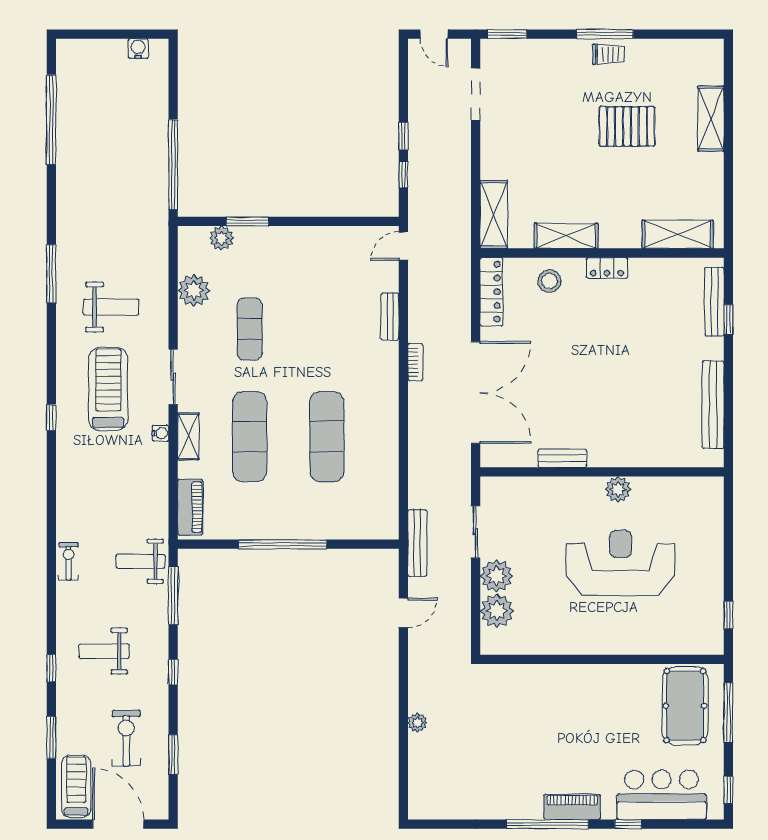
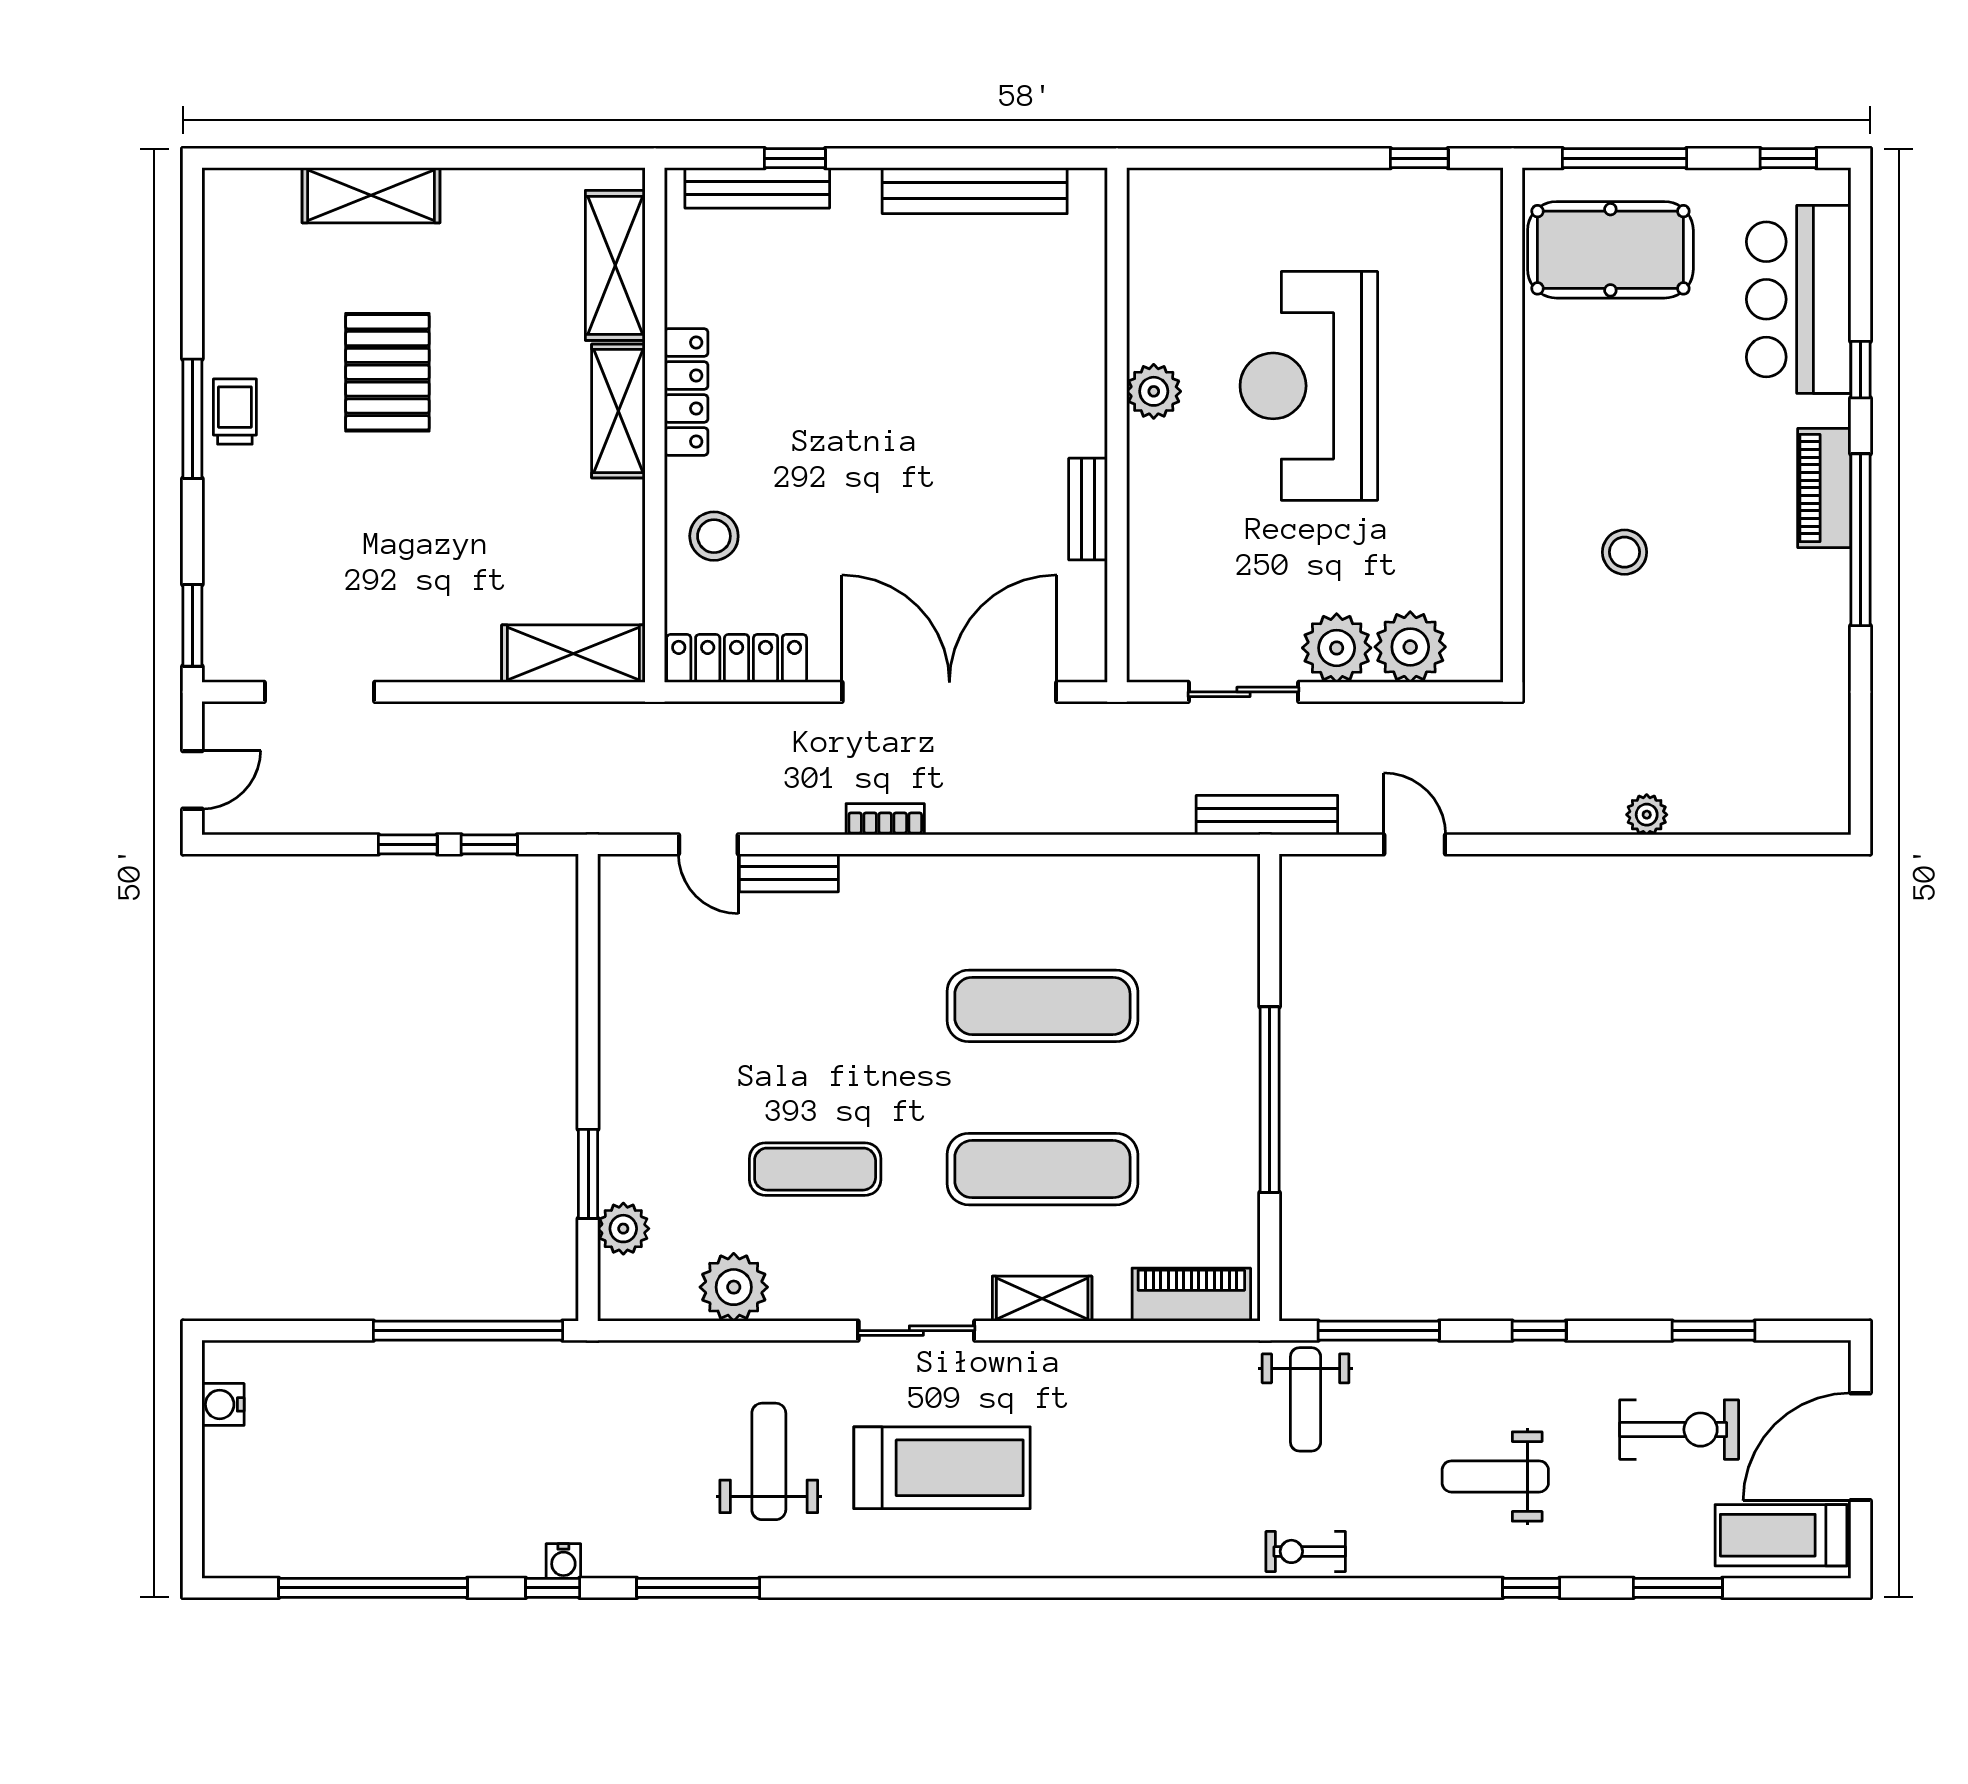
shelving: (566, 236) -> (618, 411), moved
door: (403, 246) -> (708, 844), moved
locker: (607, 268) -> (686, 392), width x1.53
treadmill: (108, 389) -> (942, 1468), turned 180
window: (51, 417) -> (553, 1588), moved
water cooler: (160, 433) -> (563, 1561), moved, turned 180
weight bench: (104, 651) -> (1495, 1476), turned 90
stool: (542, 712) -> (1625, 552), added
exercise bike: (126, 738) -> (1679, 1430), turned 180

